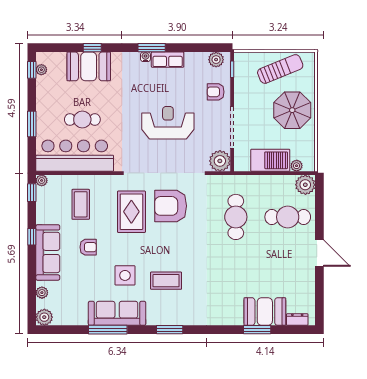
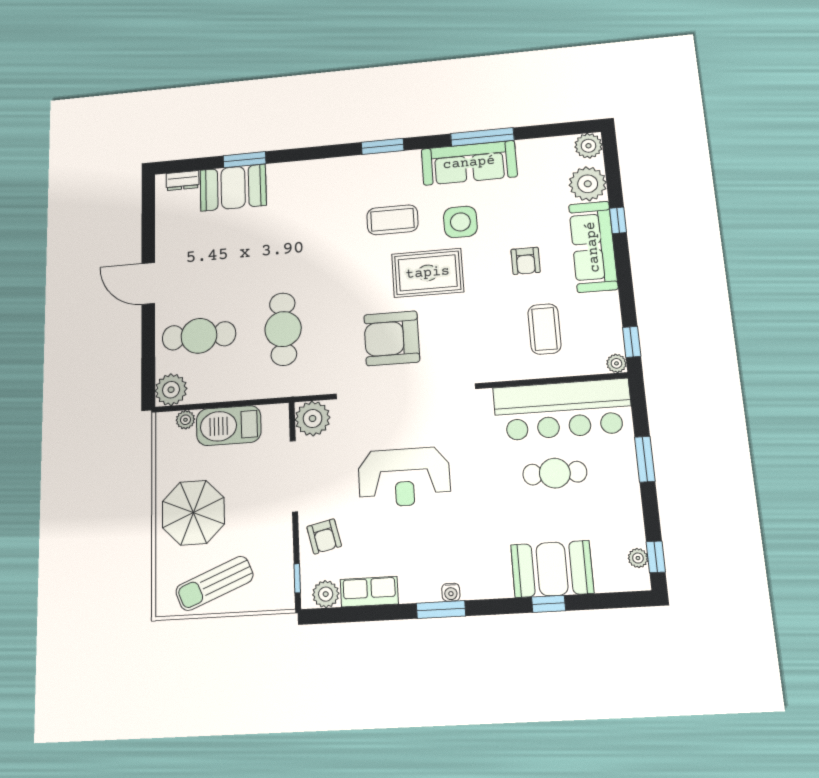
row of seats: (168, 60) -> (369, 592), moved
armchair: (216, 92) -> (324, 536), turned 77
armchair: (171, 206) -> (392, 338), turned 180
rug: (131, 212) -> (428, 273), moved, turned 90
window: (32, 237) -> (618, 220), moved
armchair: (88, 247) -> (526, 261), turned -90
plant: (42, 293) -> (588, 184), width x1.88, depth x1.88

